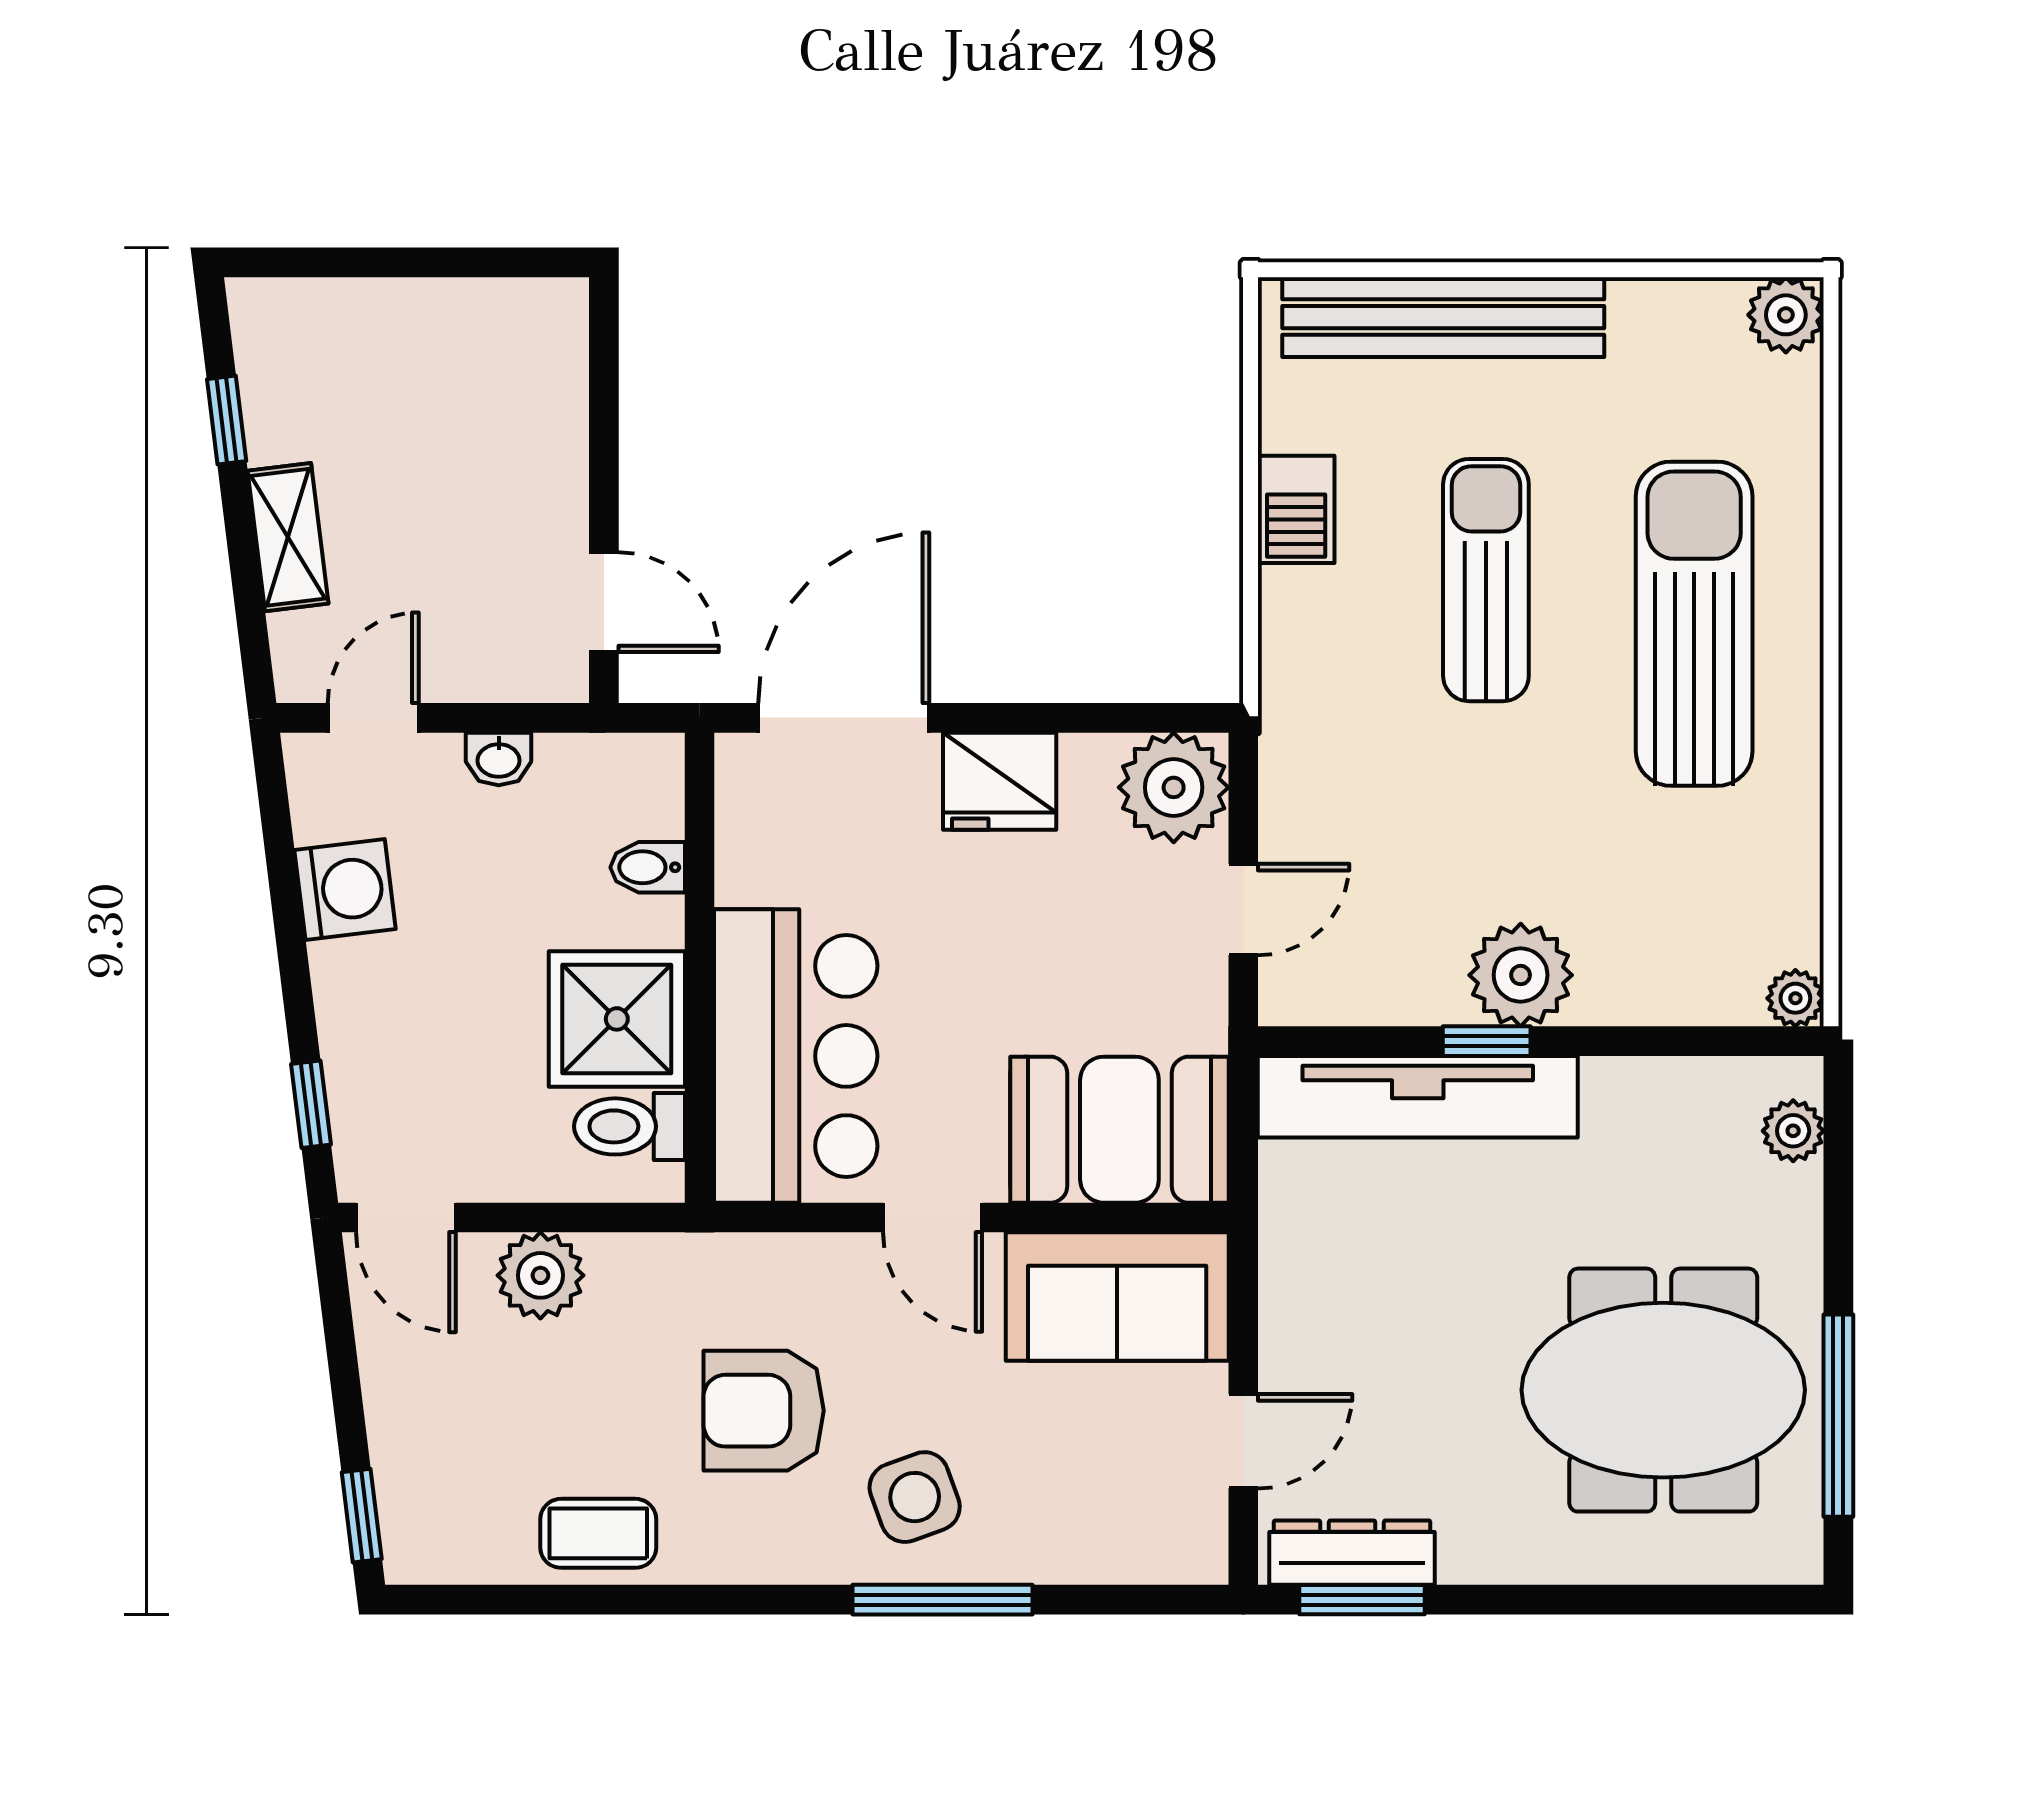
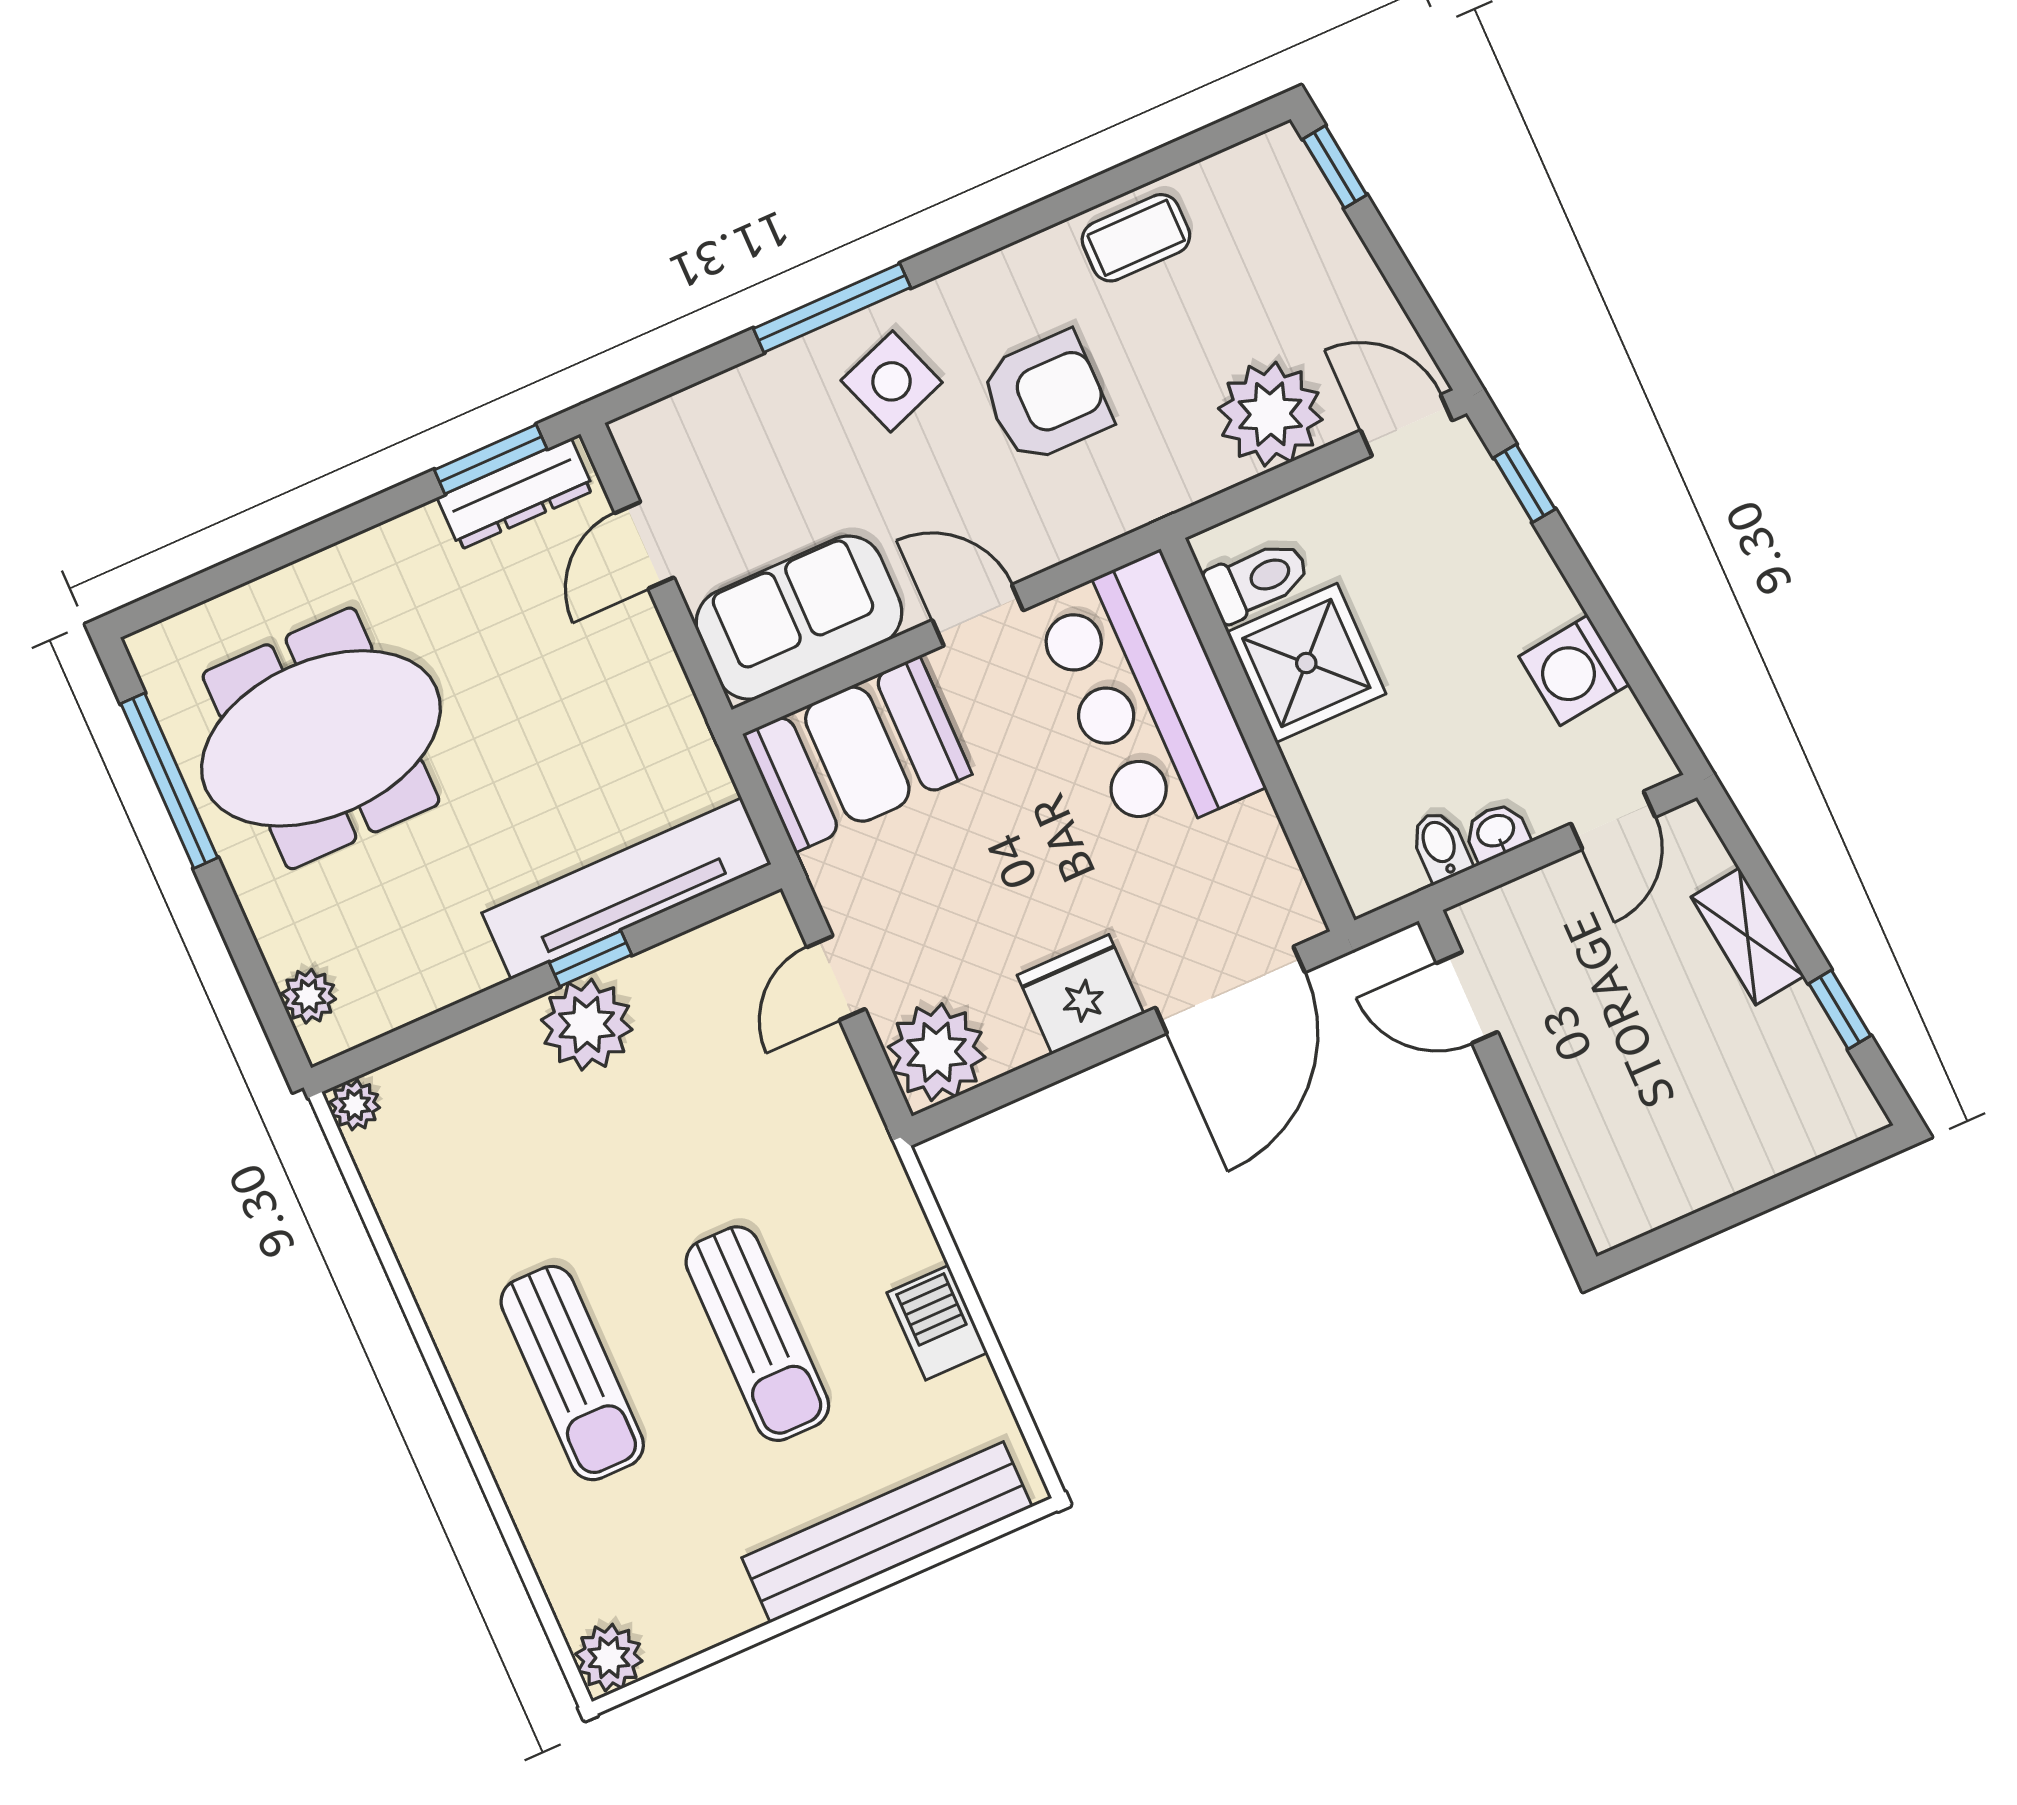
sun lounger: (1694, 624) -> (572, 1373), width x0.73, depth x0.75
bidet: (648, 867) -> (1441, 846), moved, turned -90
plant: (540, 1275) -> (1270, 414), width x1.36, depth x1.36

